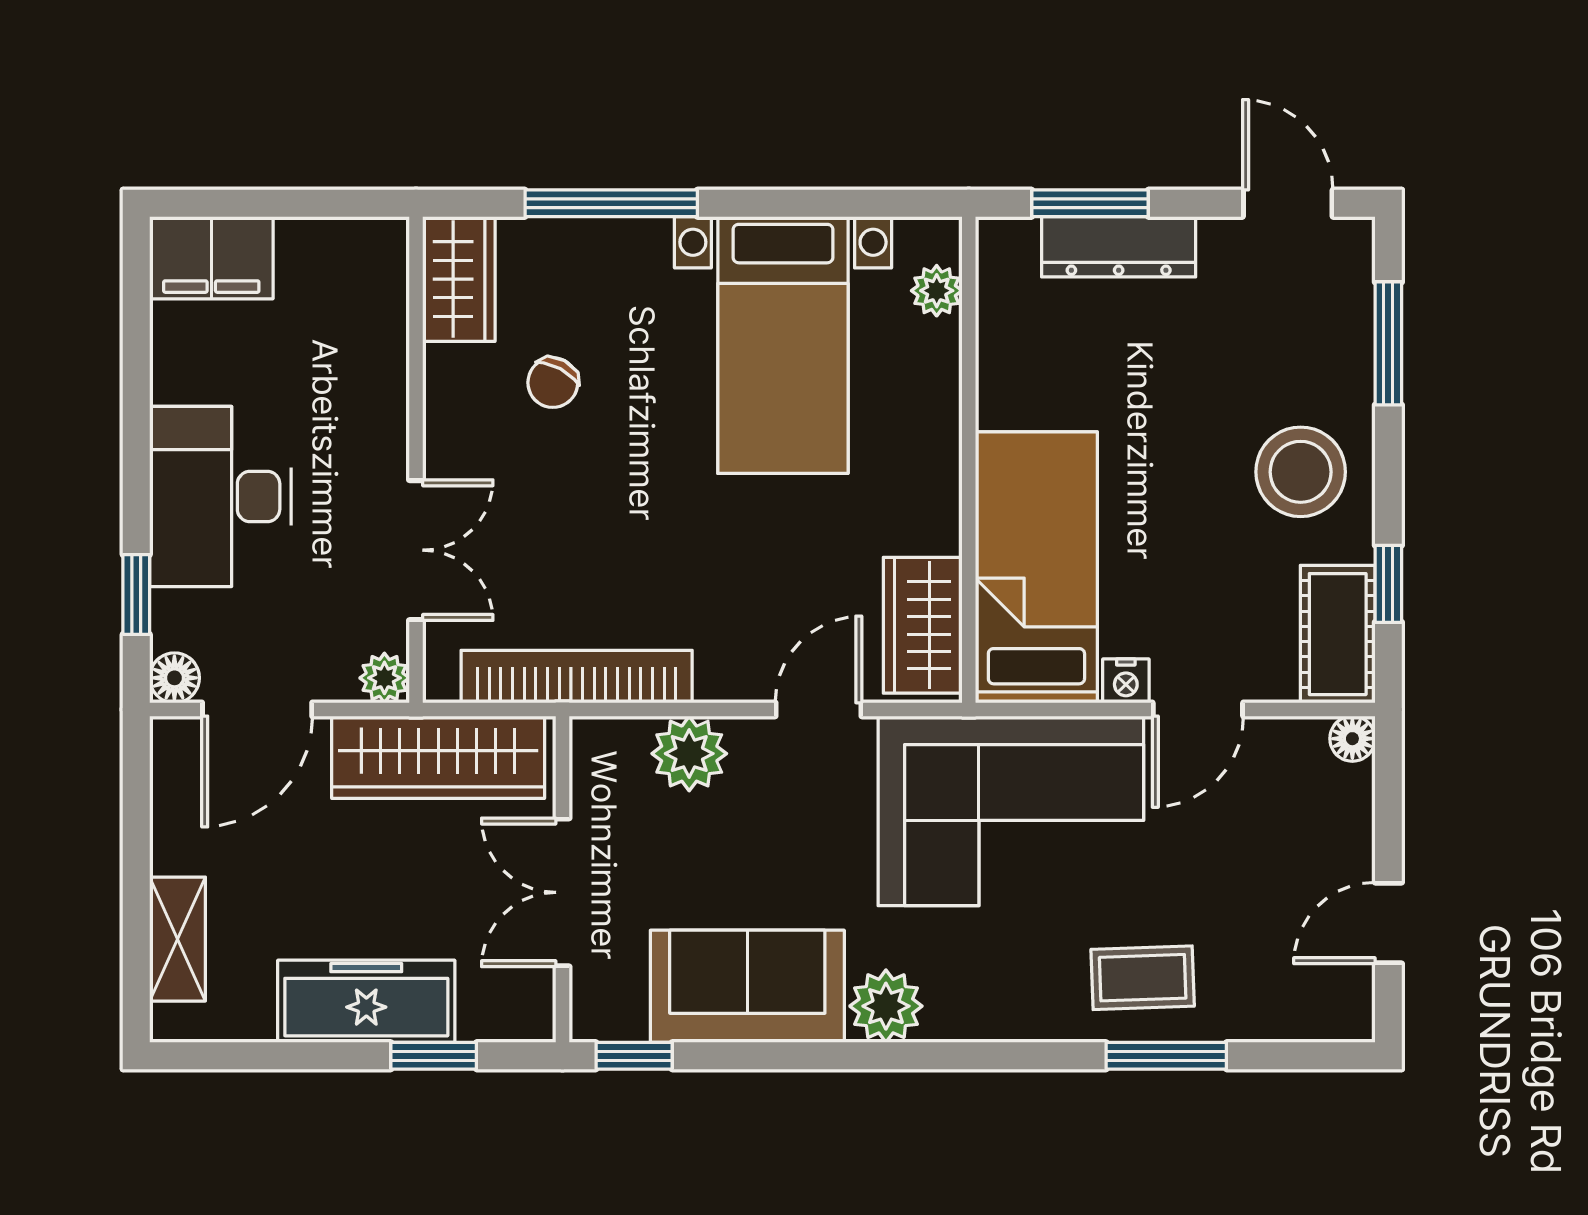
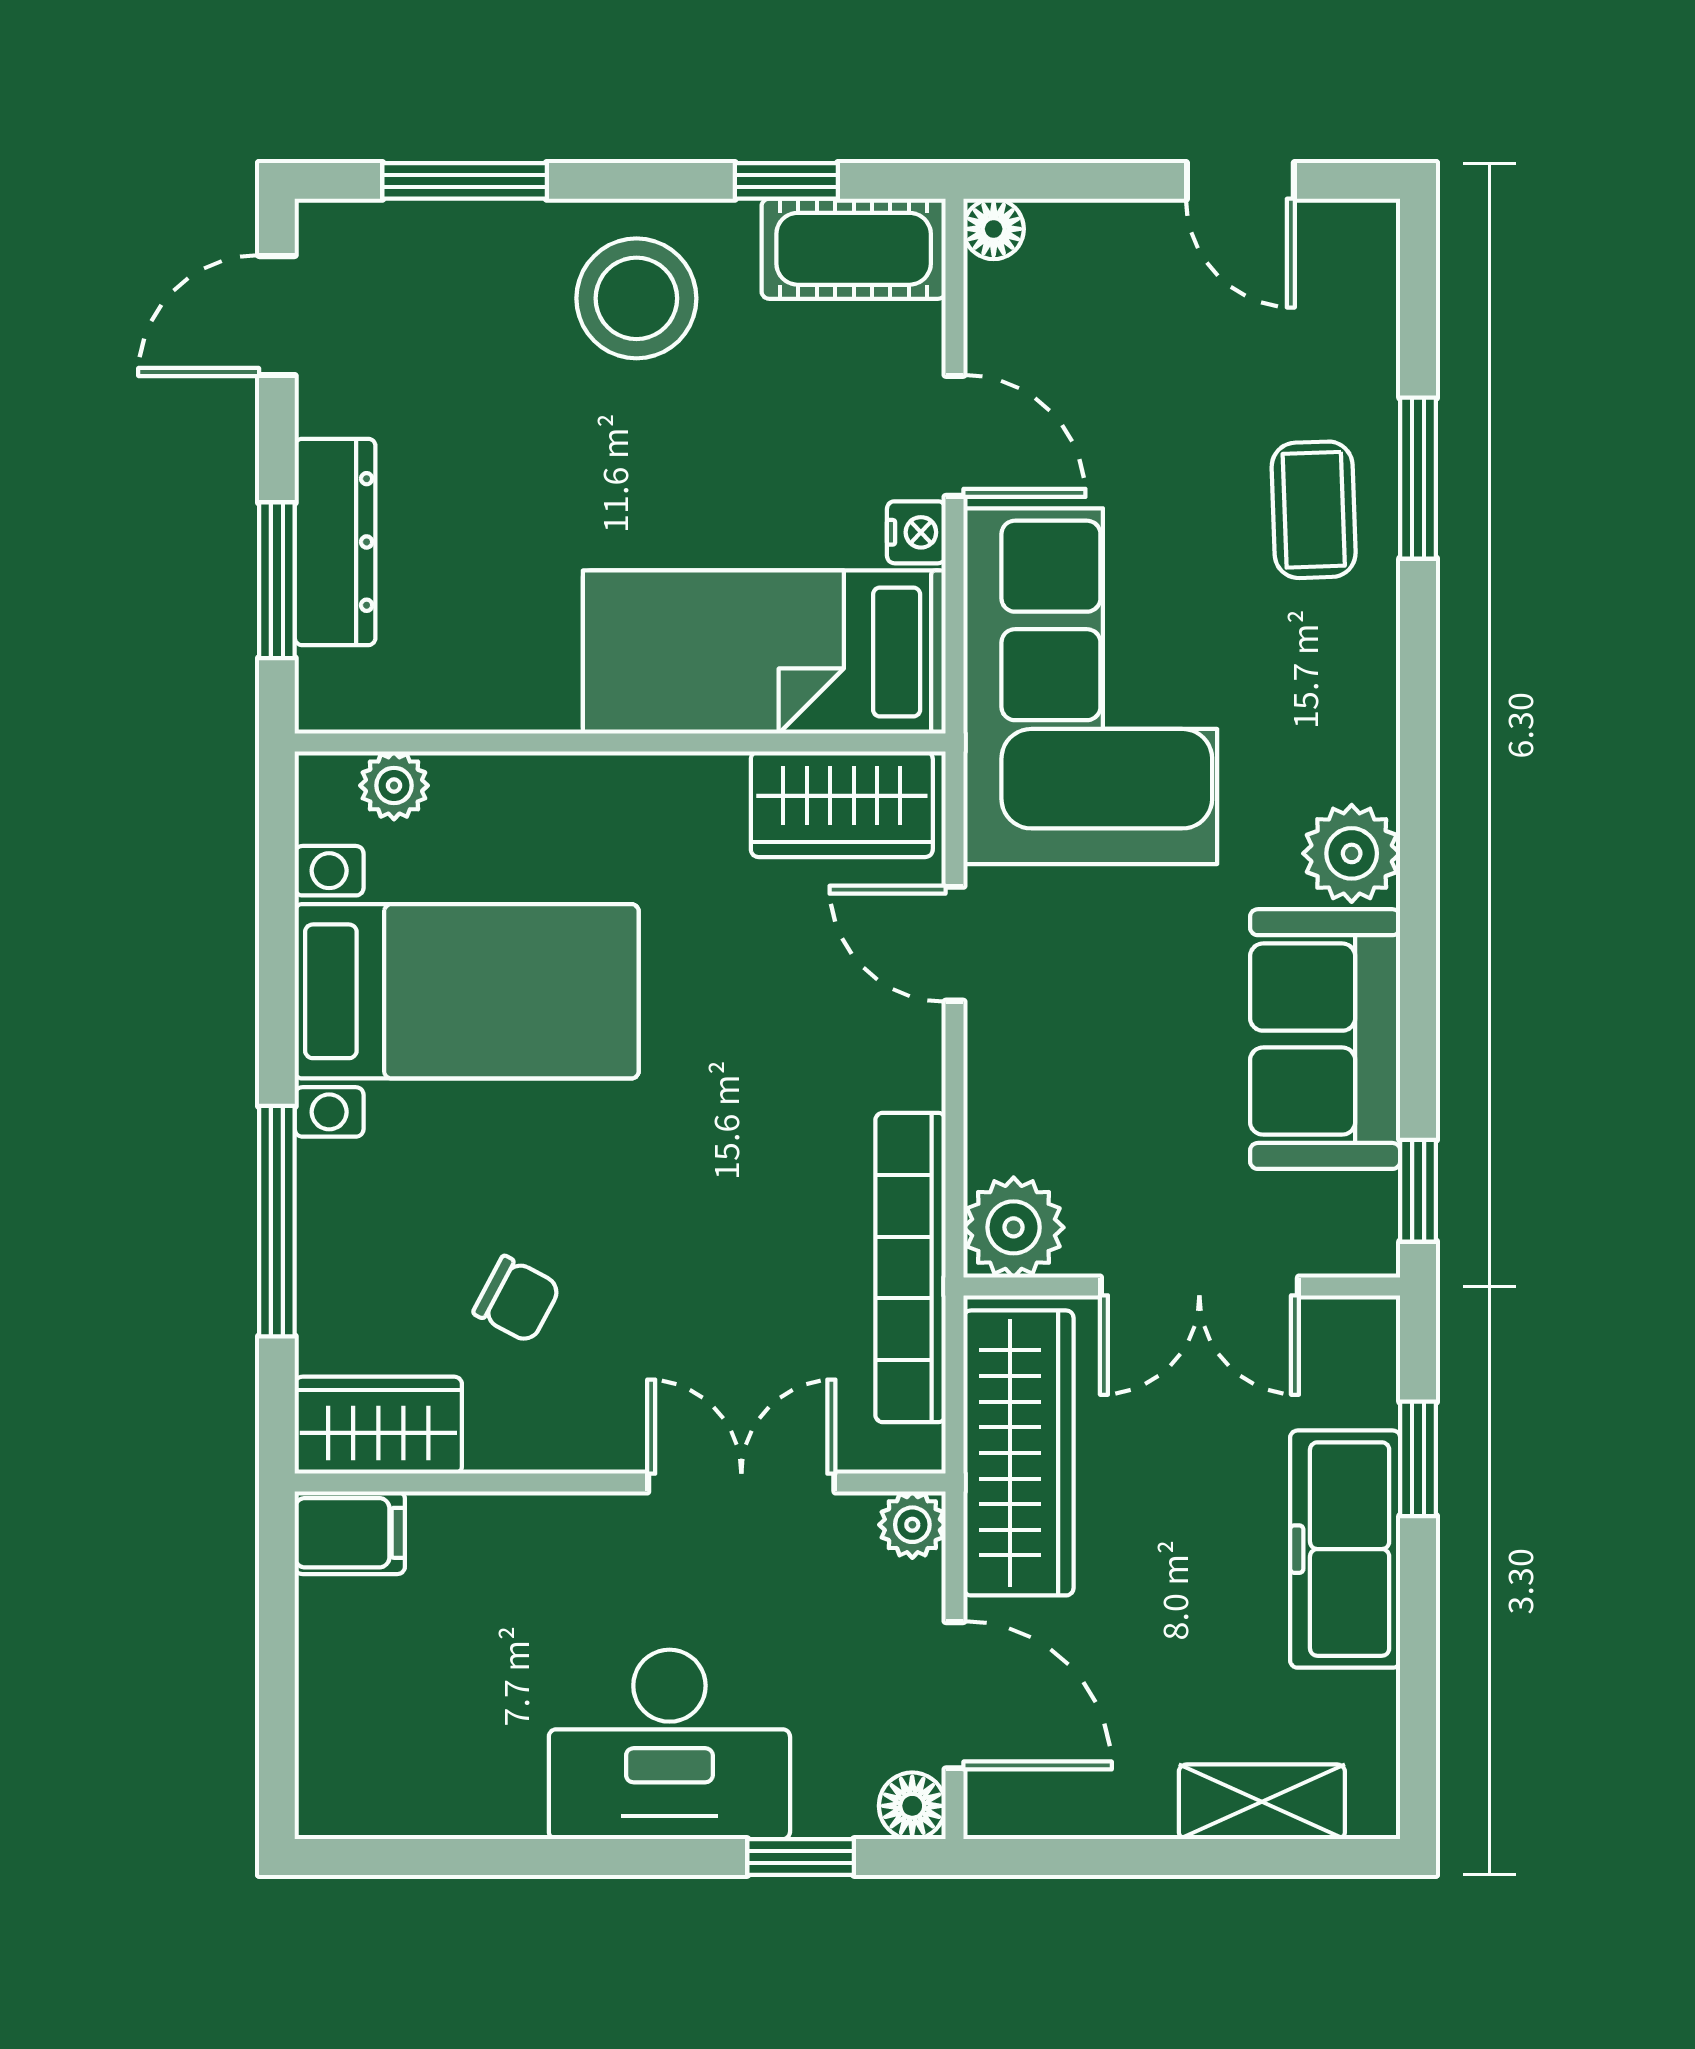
filing cabinet: (211, 258) -> (350, 1533), moved, width x0.50
plant: (689, 754) -> (1014, 1227), moved

